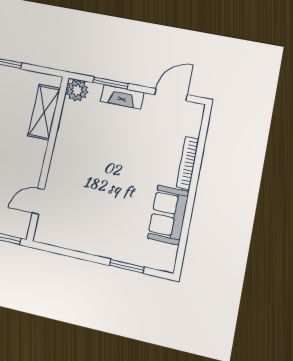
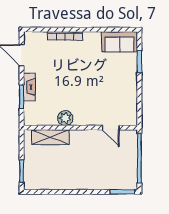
plant: (77, 90) -> (65, 118), moved
sofa: (168, 215) -> (119, 42), moved

